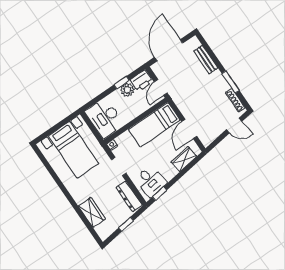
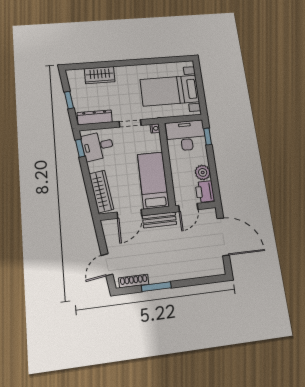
bench: (206, 60) -> (159, 220), moved
window: (122, 82) -> (208, 137), moved
door: (161, 87) -> (188, 207), swing flipped
door: (189, 129) -> (129, 214), swing flipped
wardrobe: (184, 159) -> (101, 191), width x1.50

